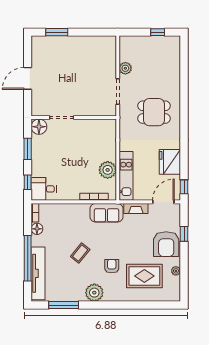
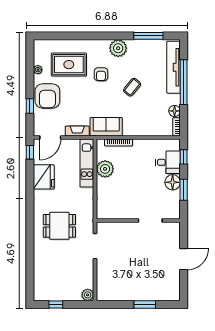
window: (57, 32) -> (145, 304), moved
plant: (125, 68) -> (88, 295), moved
floor lamp: (39, 127) -> (173, 182), moved
desk: (44, 189) -> (168, 162), moved
armchair: (166, 244) -> (47, 96), turned 180

